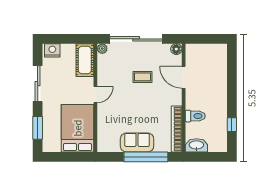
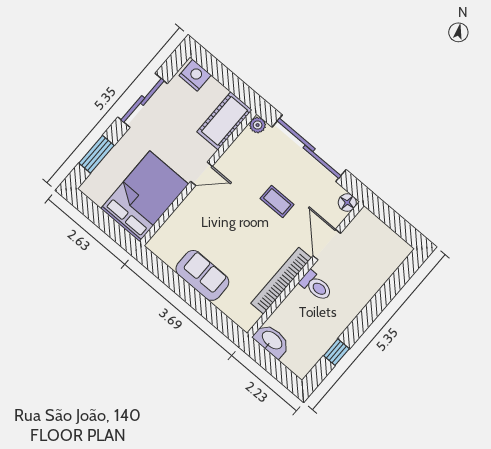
toilet: (195, 116) -> (316, 286), moved
bookcase: (177, 129) -> (281, 281), moved
window: (146, 157) -> (198, 302), removed

